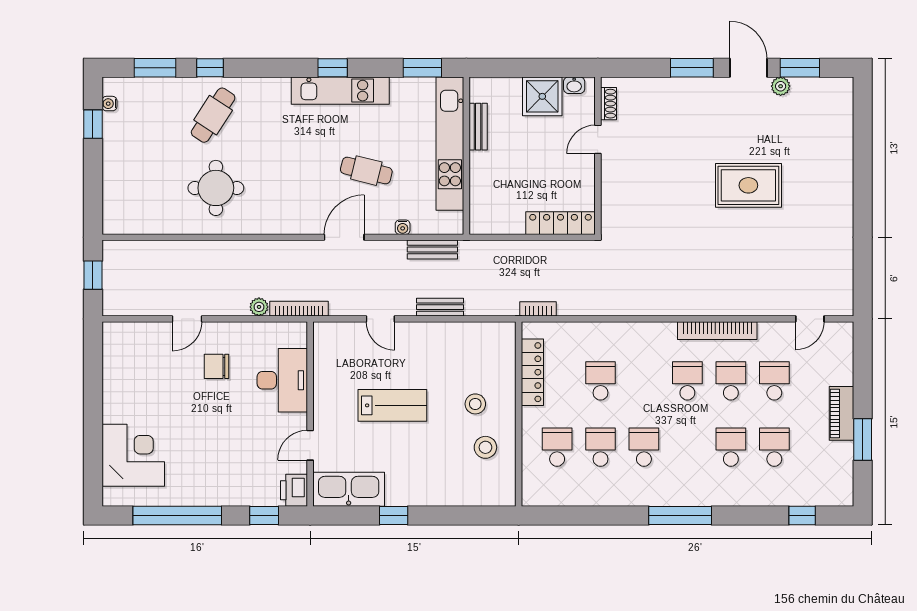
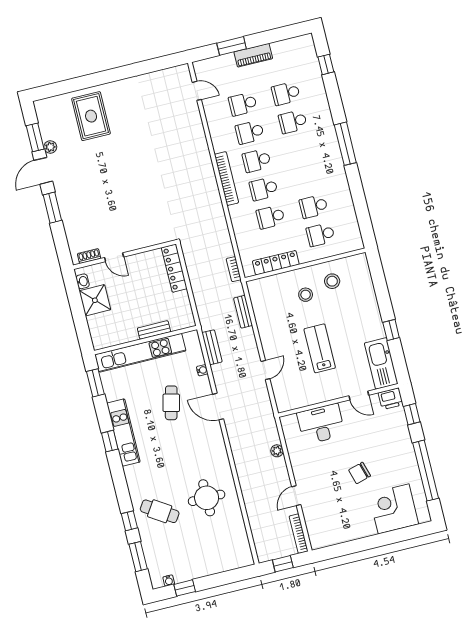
bench: (478, 127) -> (154, 330), moved
rug: (748, 185) -> (91, 116), moved
bench: (440, 307) -> (243, 312), moved
bookcase: (299, 309) -> (299, 534), moved
door: (187, 319) -> (296, 496), swing flipped
bookcase: (717, 331) -> (226, 179), moved
chair: (216, 366) -> (360, 473), moved, turned 74
window: (863, 439) -> (232, 46), moved
school desk: (644, 447) -> (264, 189), moved

